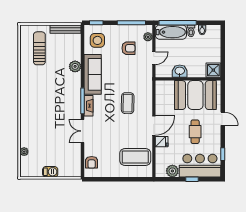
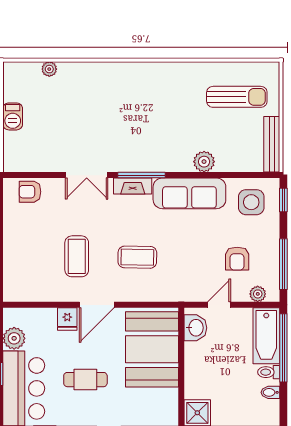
door: (154, 58) -> (219, 305), swing flipped
washbasin: (180, 71) -> (195, 328), moved
booth: (195, 95) -> (152, 349), moved
door: (154, 126) -> (97, 305), hinge flipped
double door: (82, 131) -> (87, 175), swing flipped
coffee table: (135, 157) -> (77, 256), moved, width x0.73, depth x0.76

